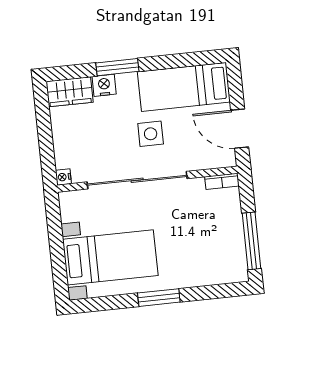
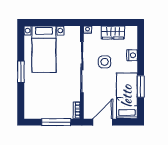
window: (117, 67) -> (141, 86), moved
wardrobe: (70, 92) -> (113, 32), moved, turned -90
side table: (151, 134) -> (105, 62), moved
window: (252, 241) -> (56, 122), moved

